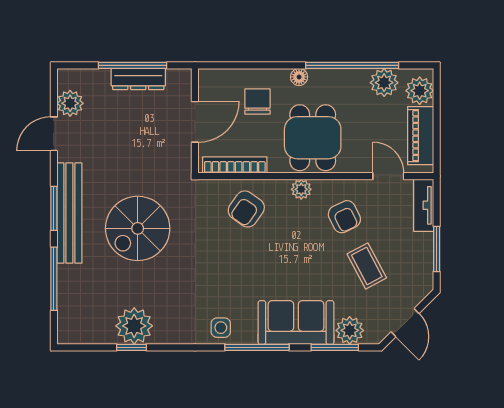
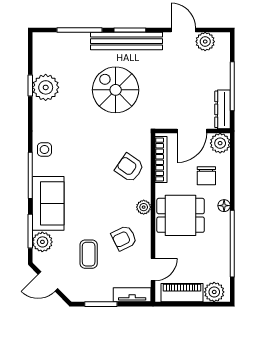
dresser: (138, 79) -> (223, 109), moved
plant: (384, 83) -> (220, 143), moved
chair: (257, 102) -> (206, 176), turned 90
door: (195, 122) -> (192, 131), hinge flipped
coffee table: (367, 266) -> (89, 254), turned -62

